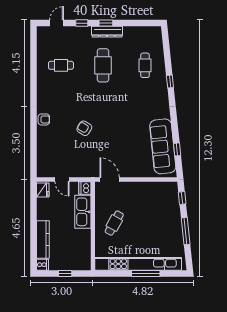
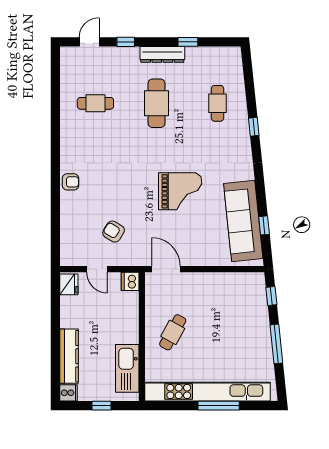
window: (106, 23) -> (188, 42), moved
grand piano: (119, 126) -> (180, 191), added
armchair: (84, 128) -> (114, 232), moved
kitchen sink: (83, 212) -> (127, 368), moved

